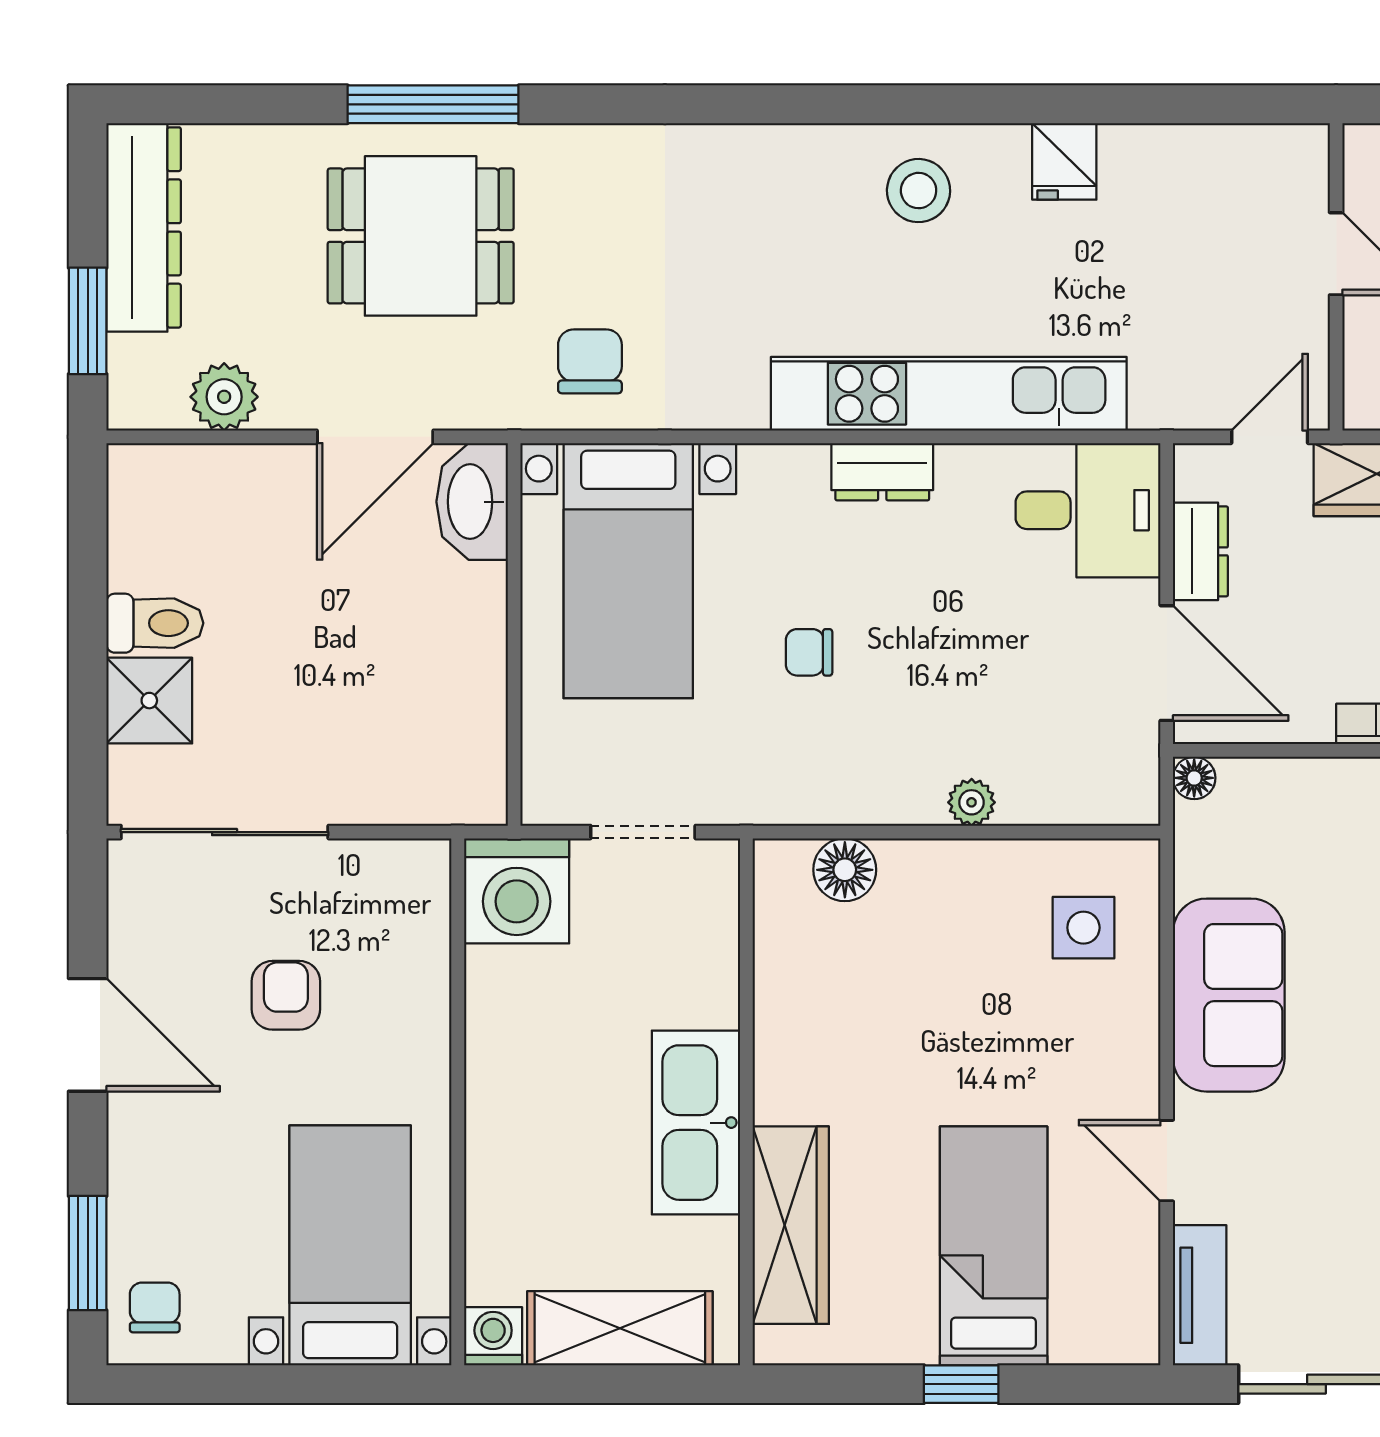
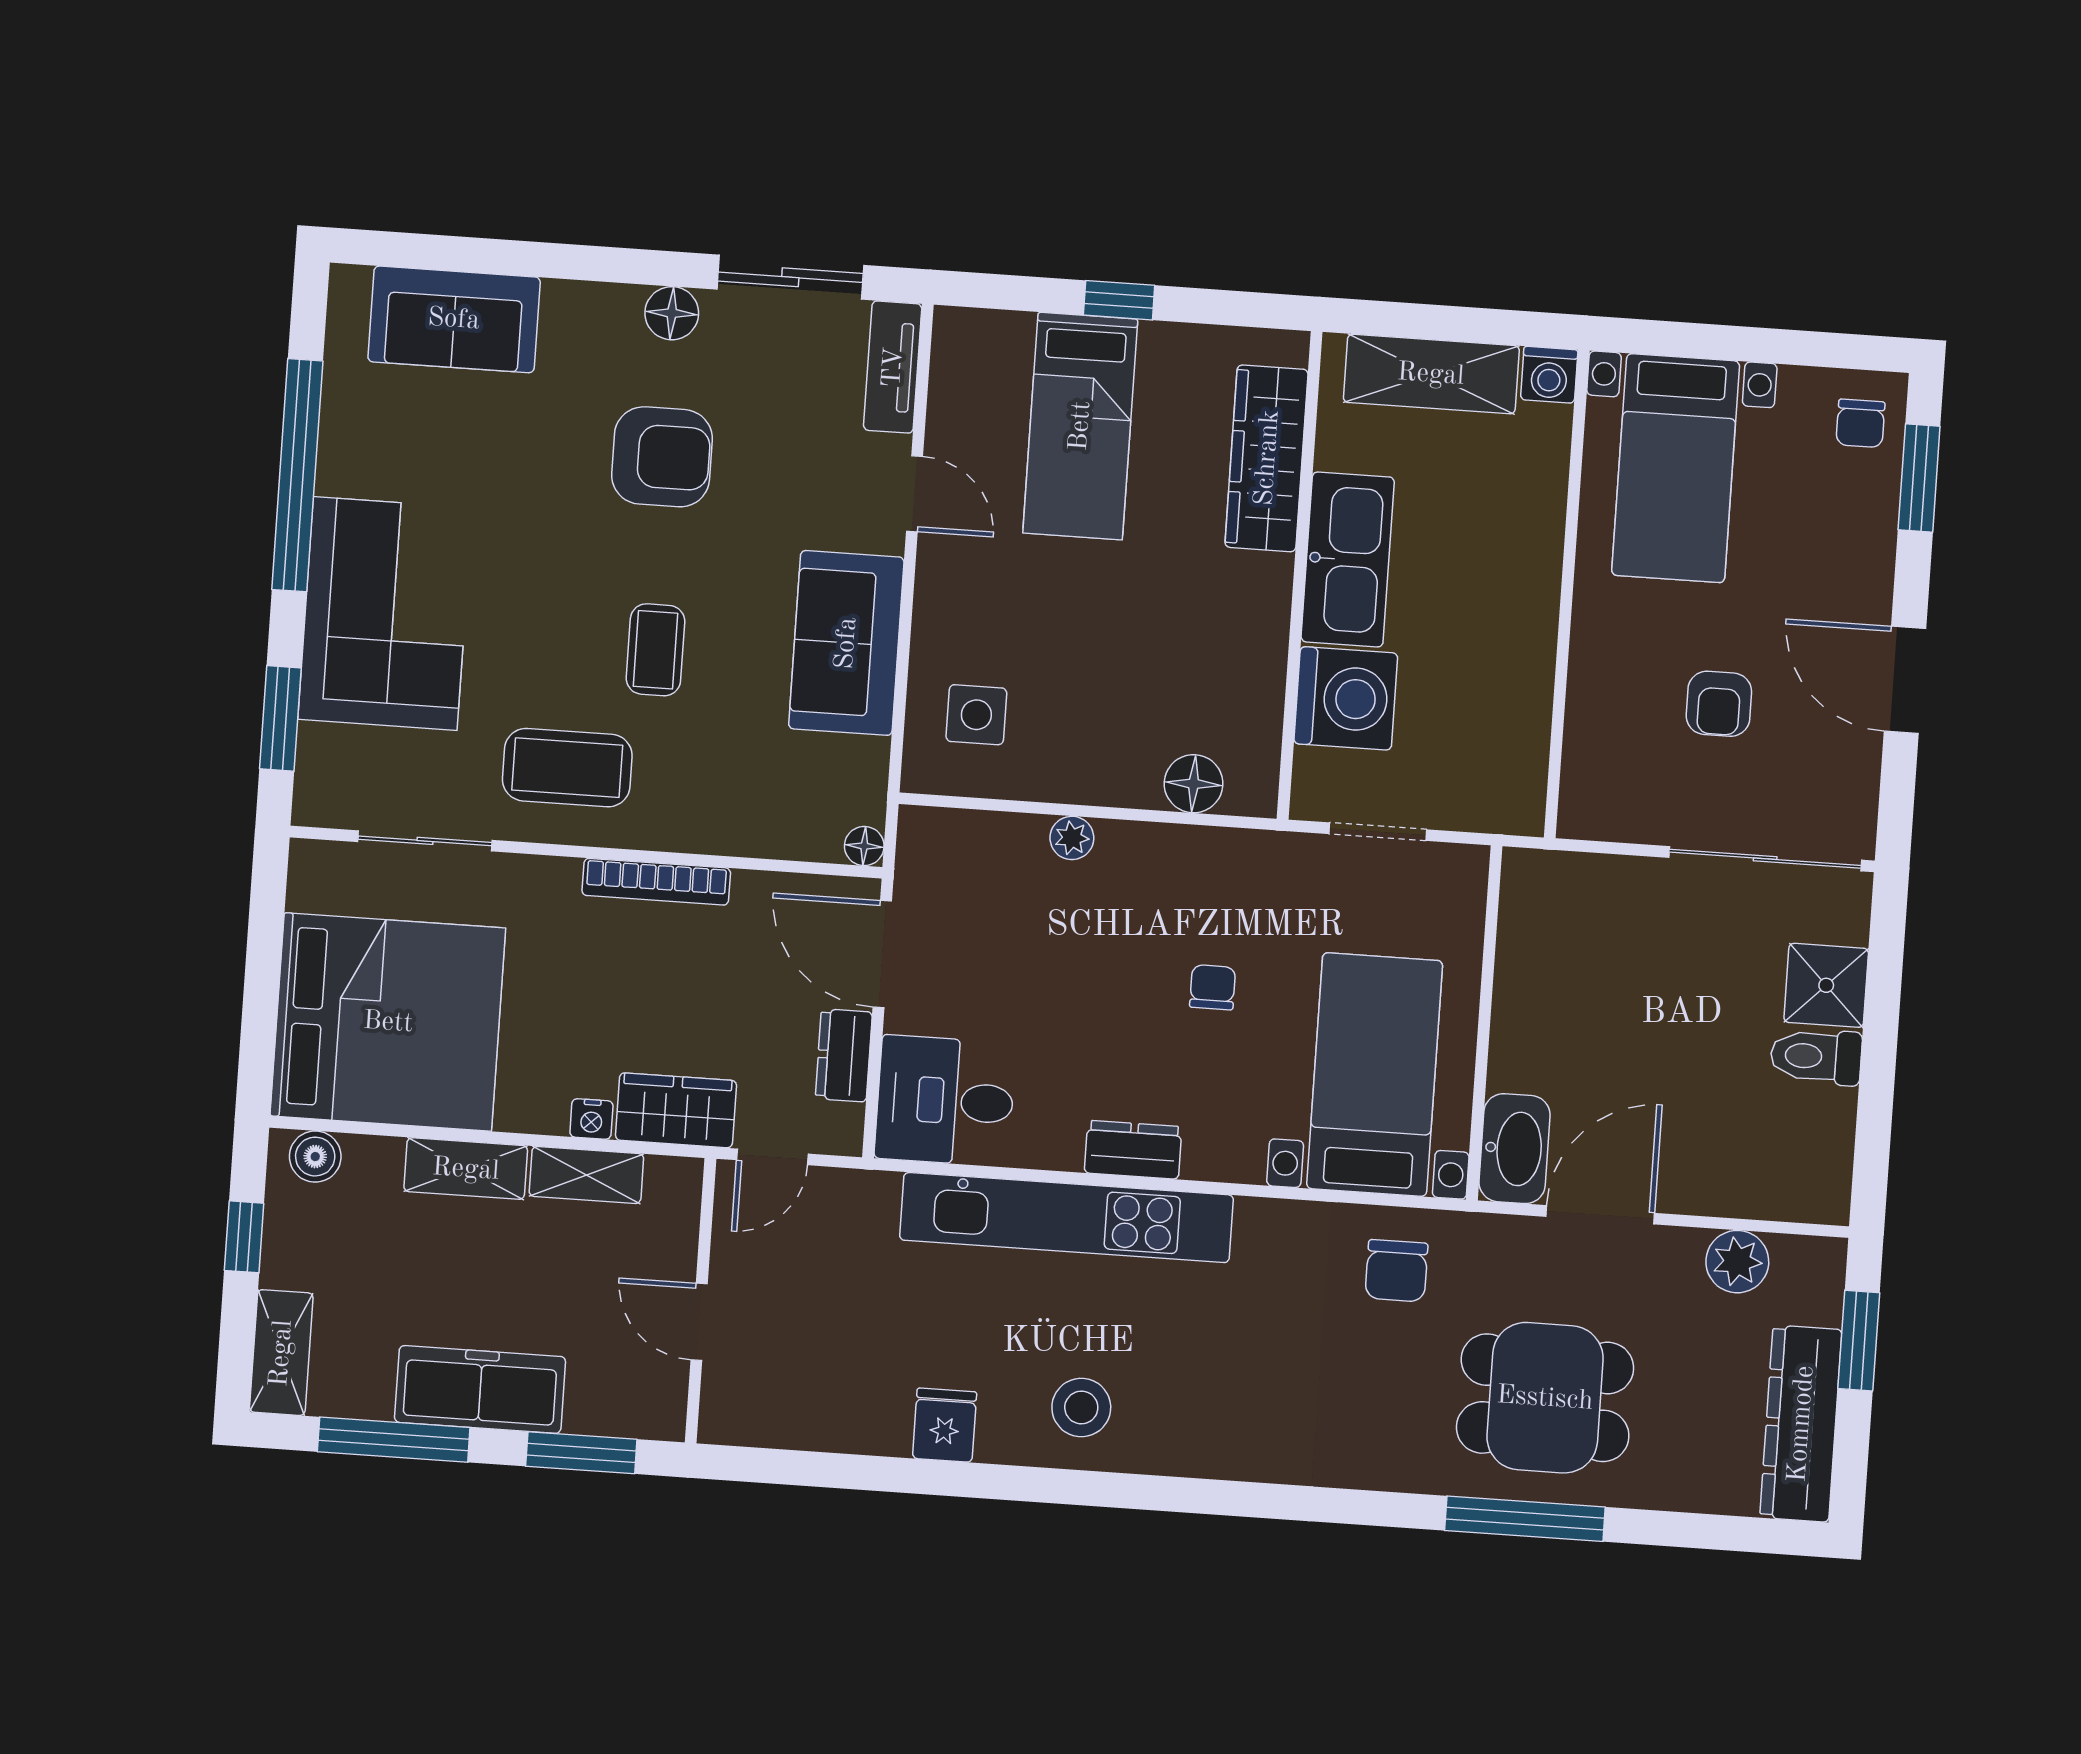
chair: (809, 652) -> (1213, 987), turned -90
washing machine: (517, 891) -> (1346, 698), moved, turned 90

